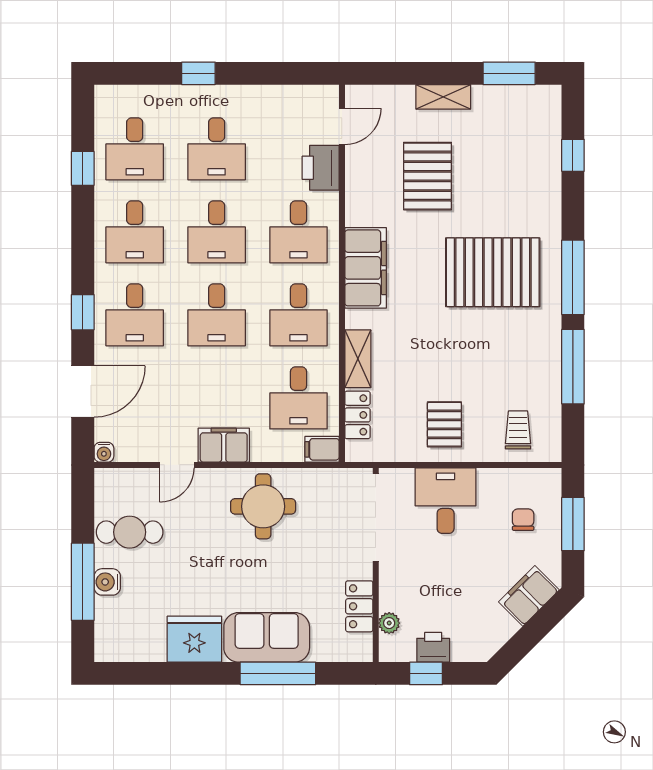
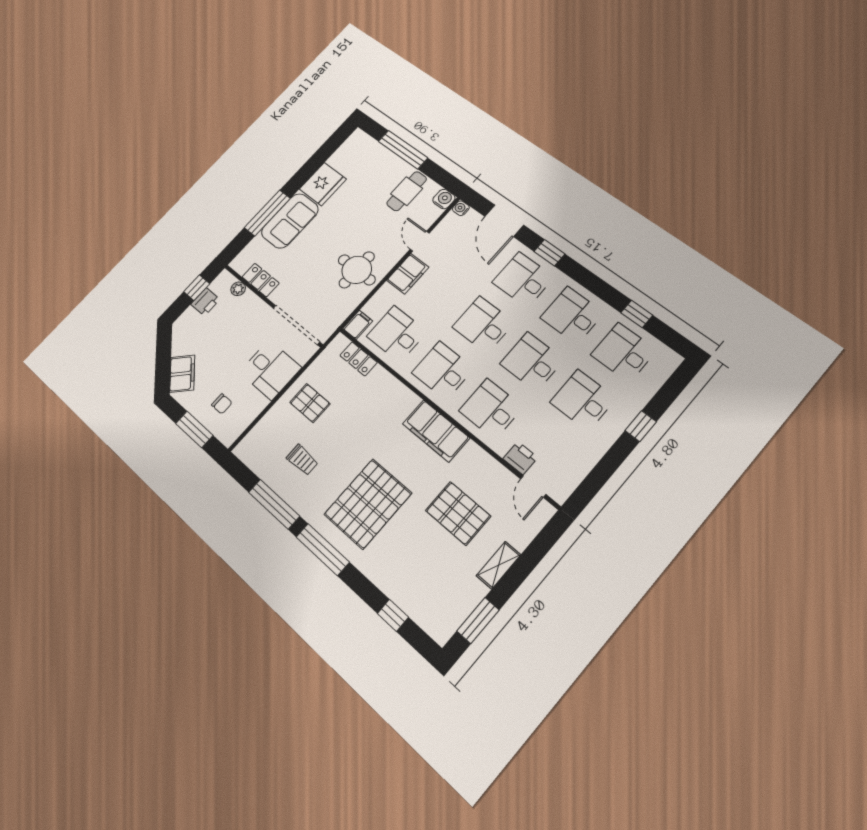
printer: (321, 168) -> (520, 458), width x0.73, depth x0.81
shelving: (358, 359) -> (389, 384), removed
trolley: (518, 430) -> (302, 460), moved
water cooler: (107, 582) -> (444, 199), moved

